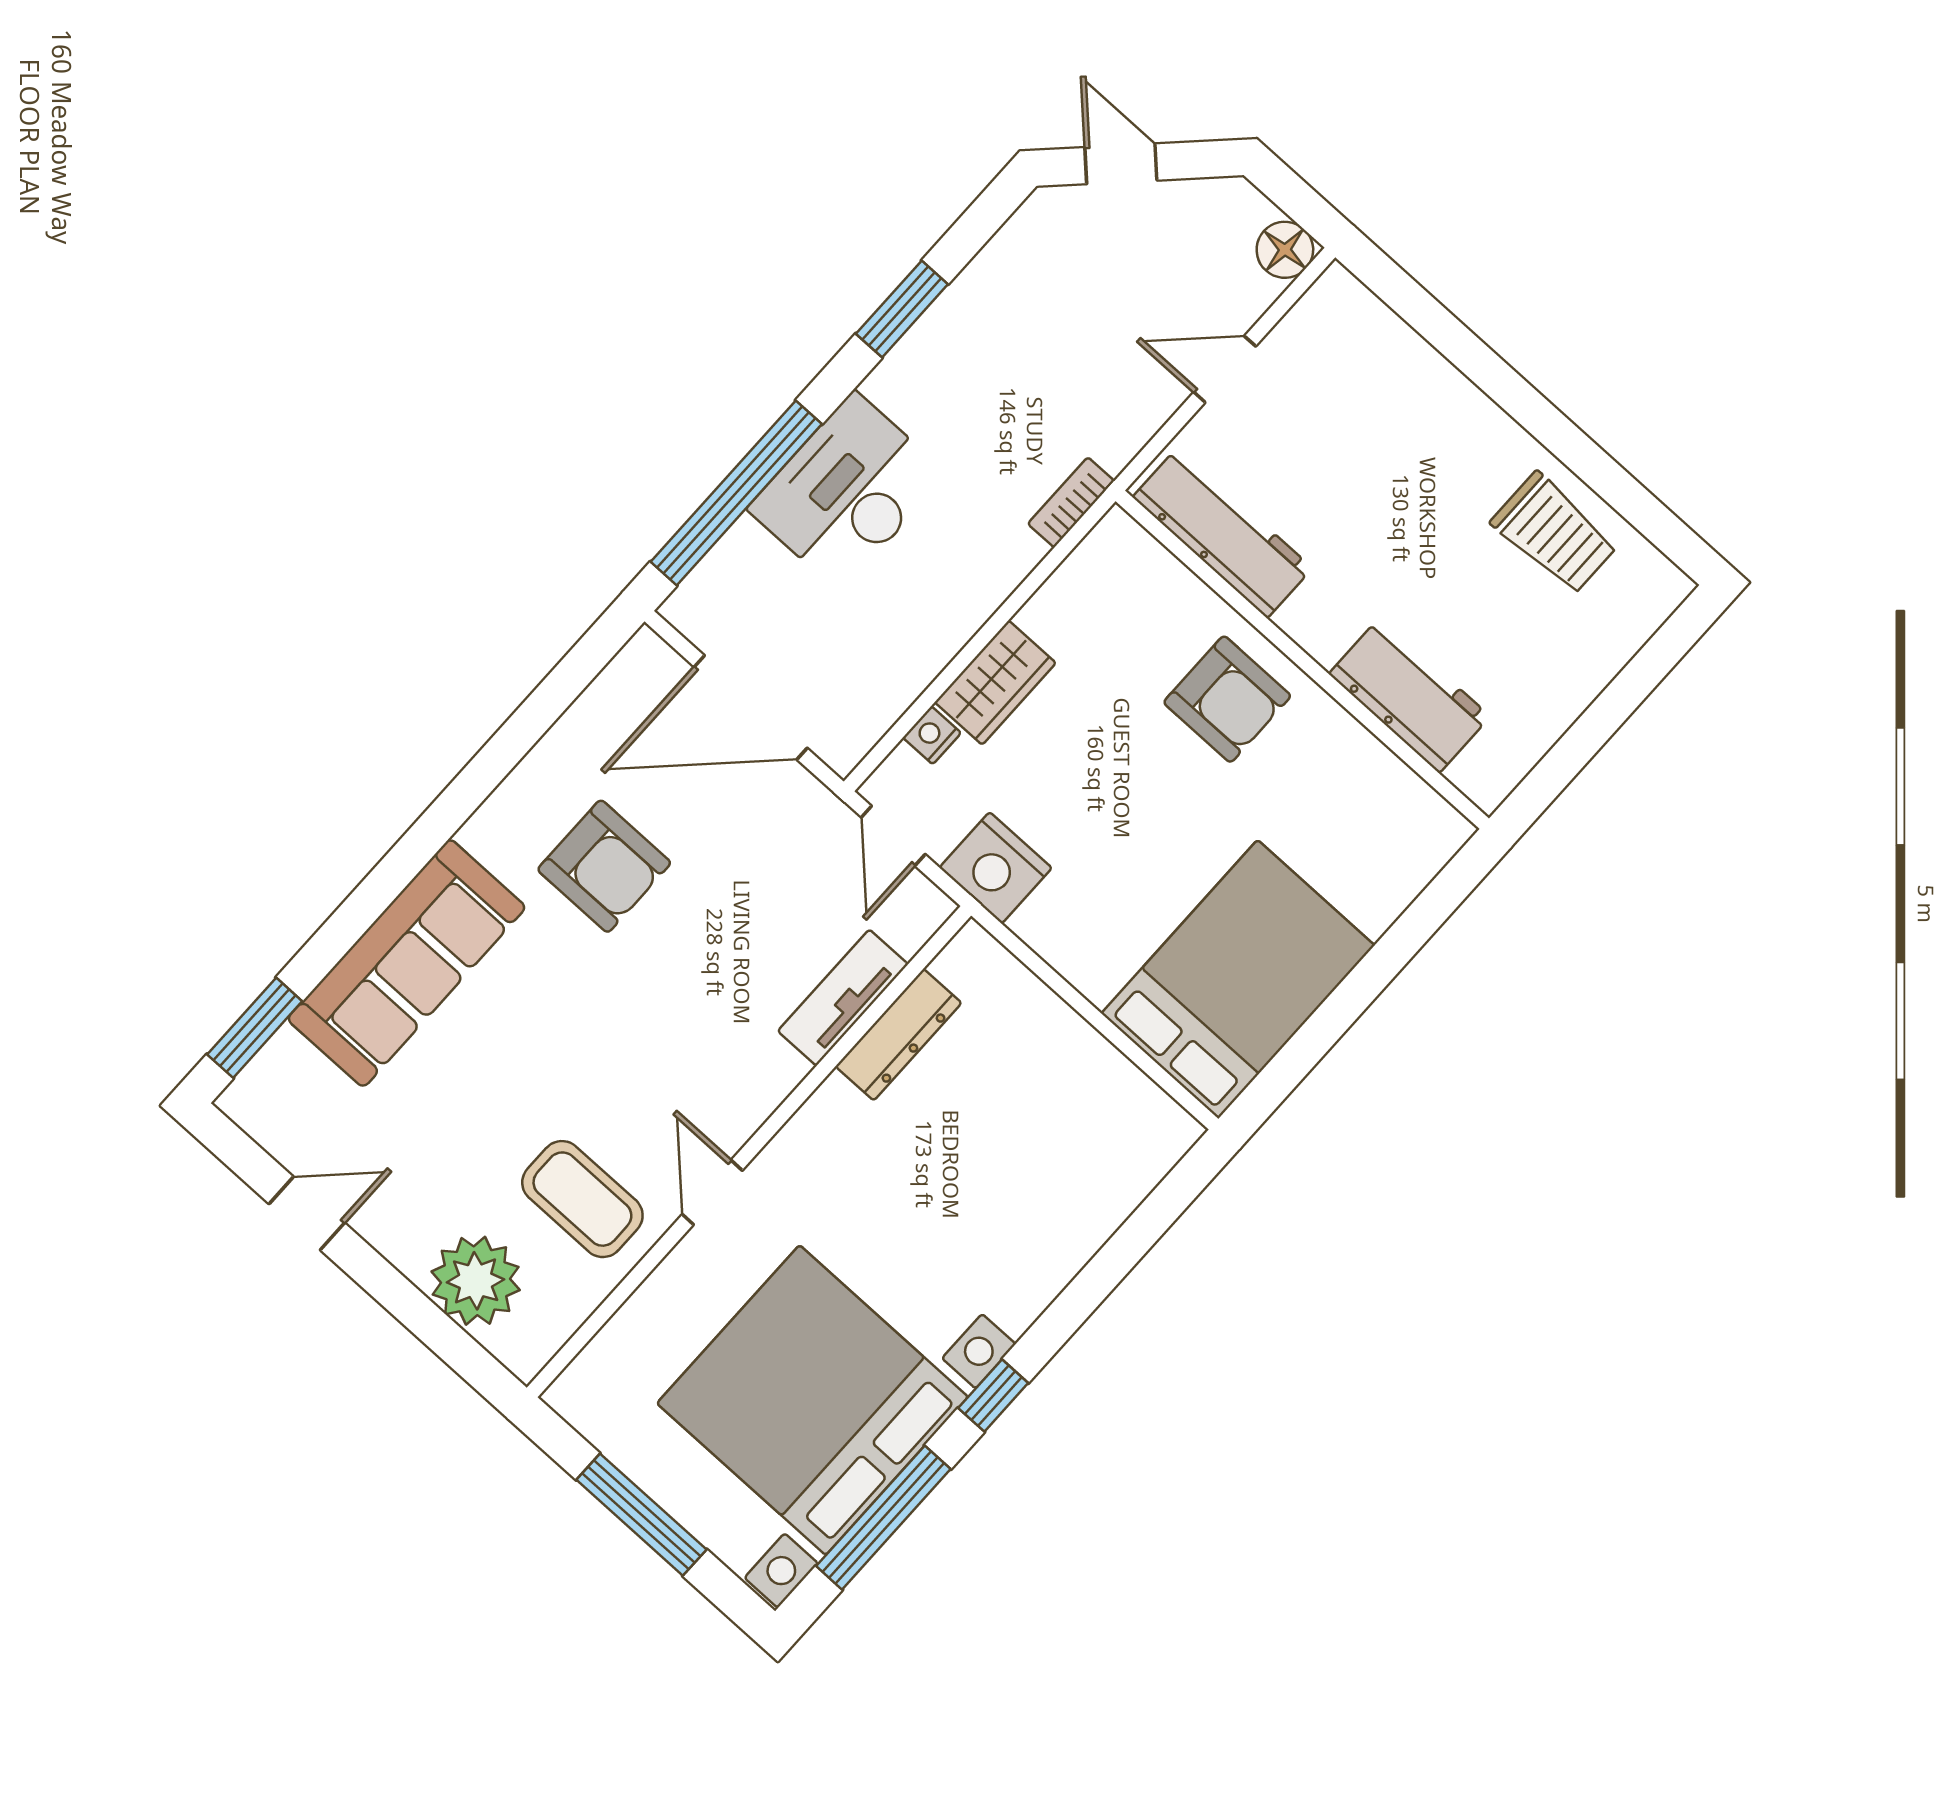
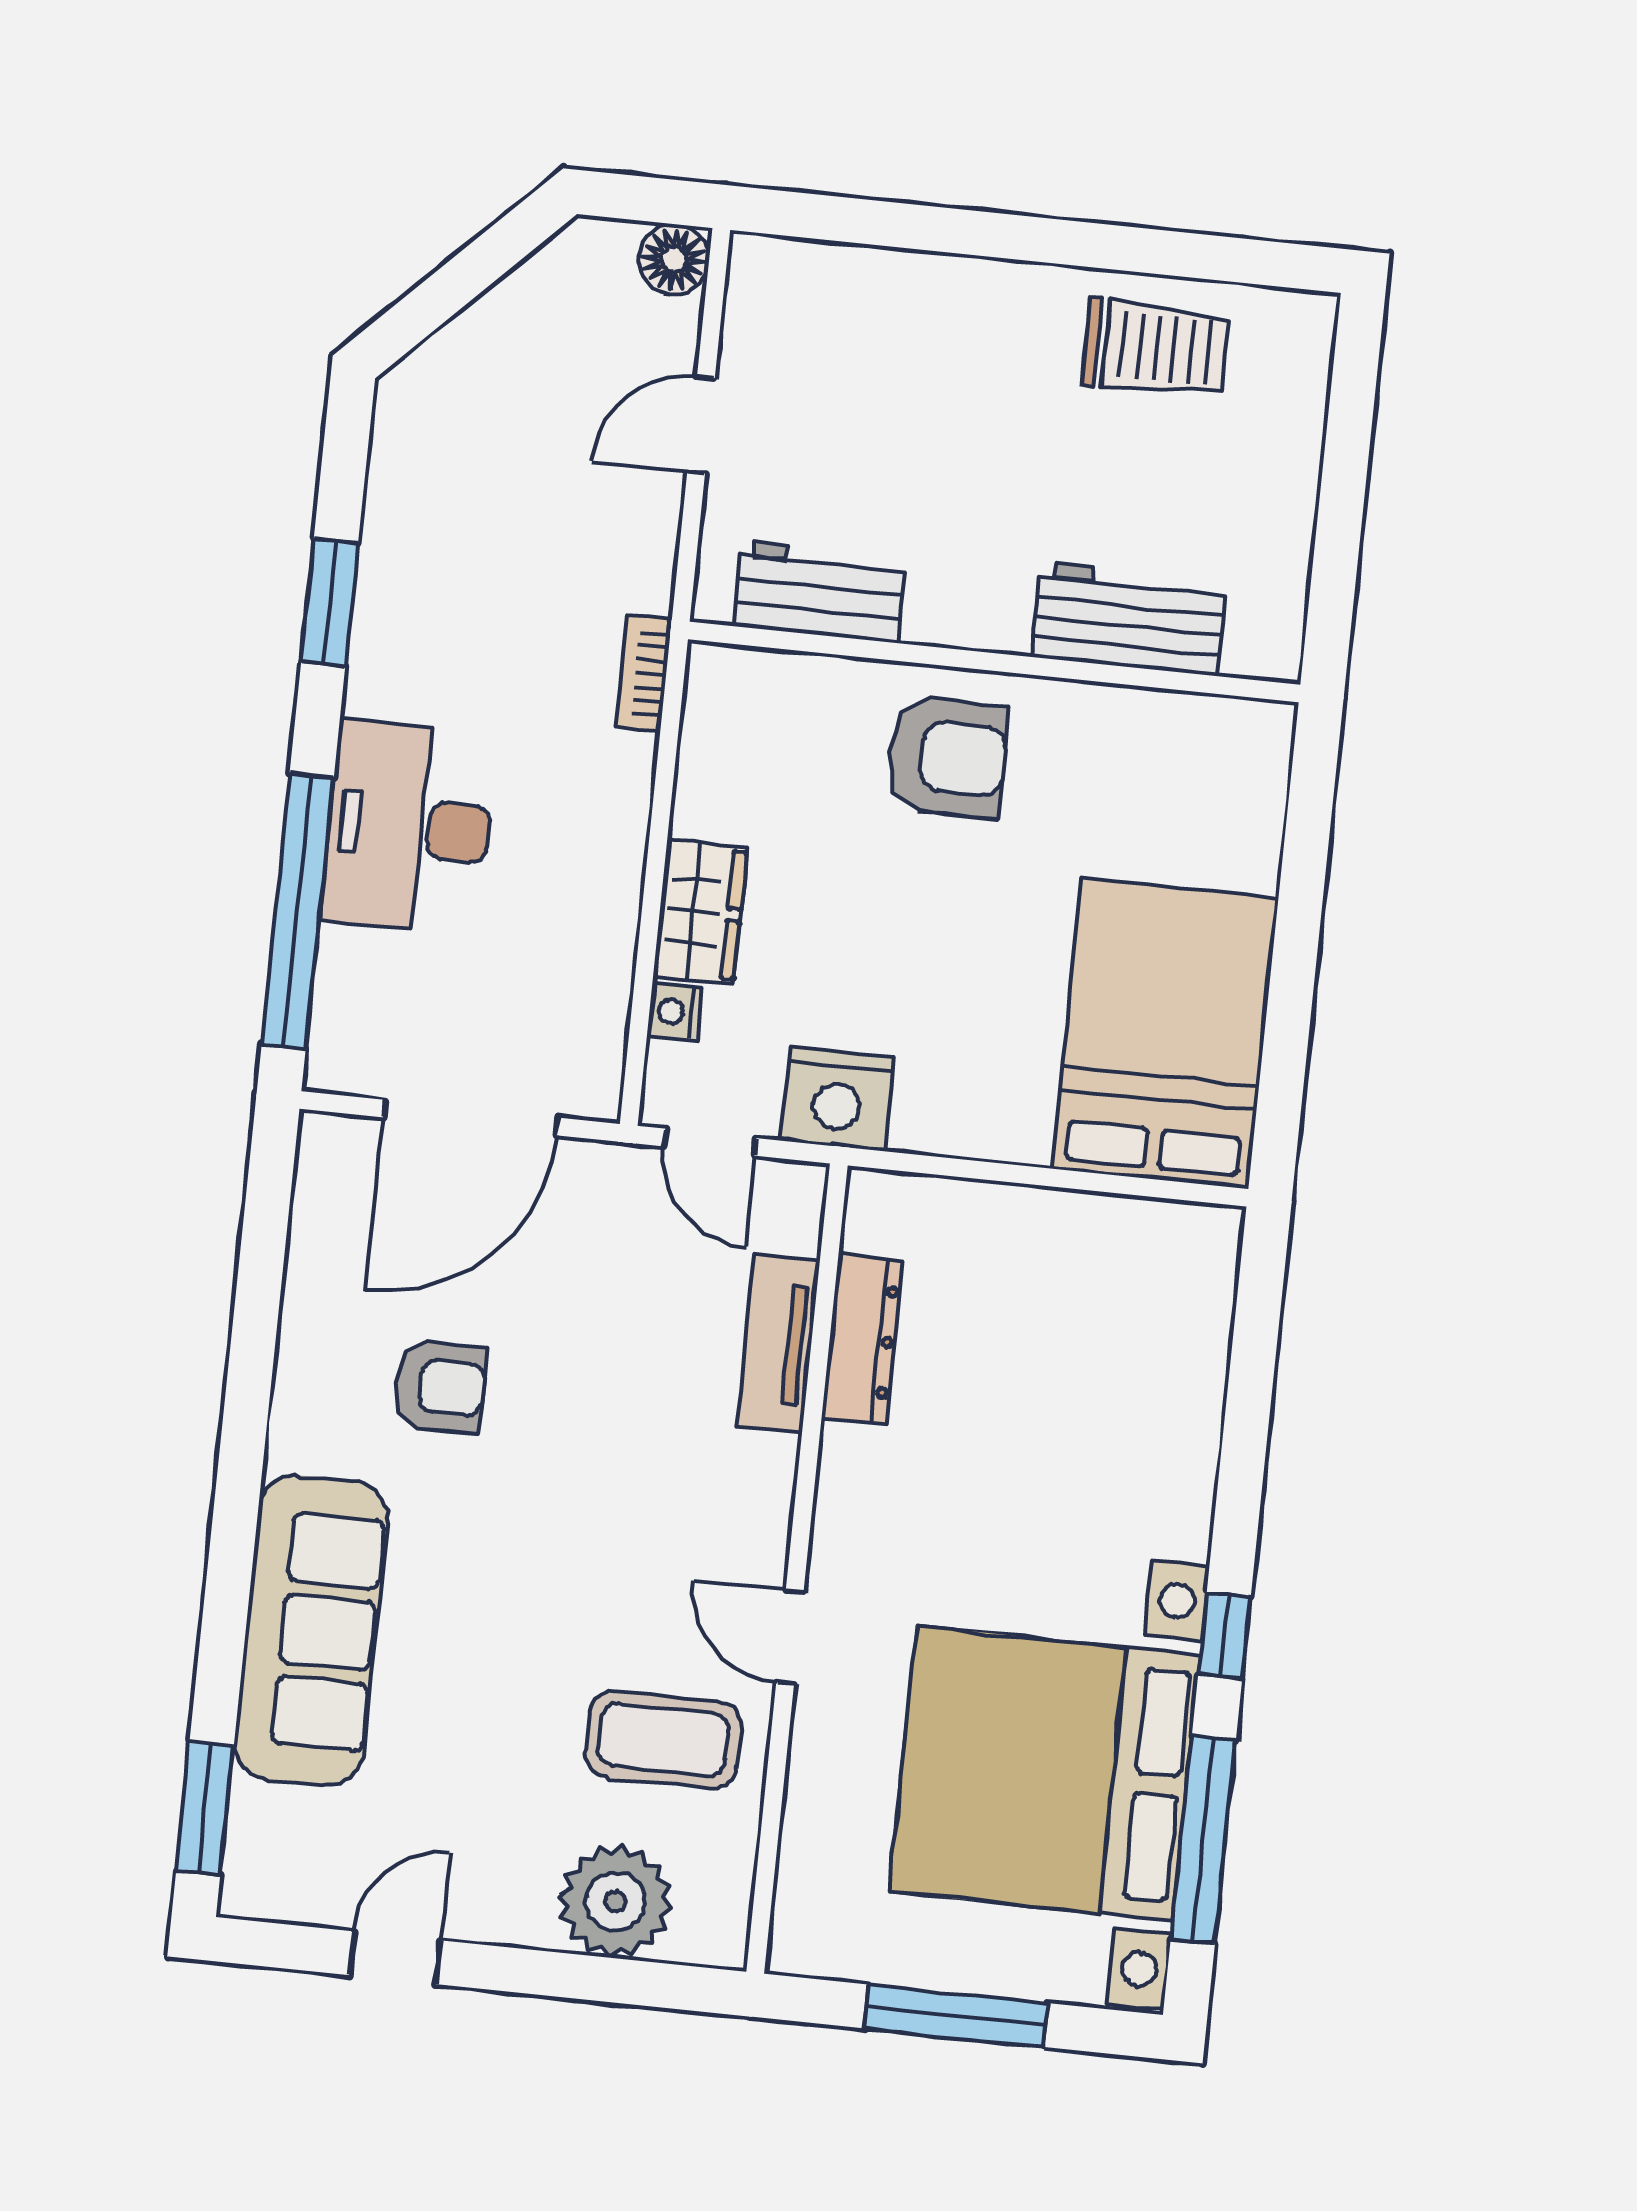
door: (1121, 164) -> (444, 294), removed
workbench: (1222, 533) -> (819, 592), width x0.73
armchair: (604, 866) -> (440, 1386), width x0.72, depth x0.72

